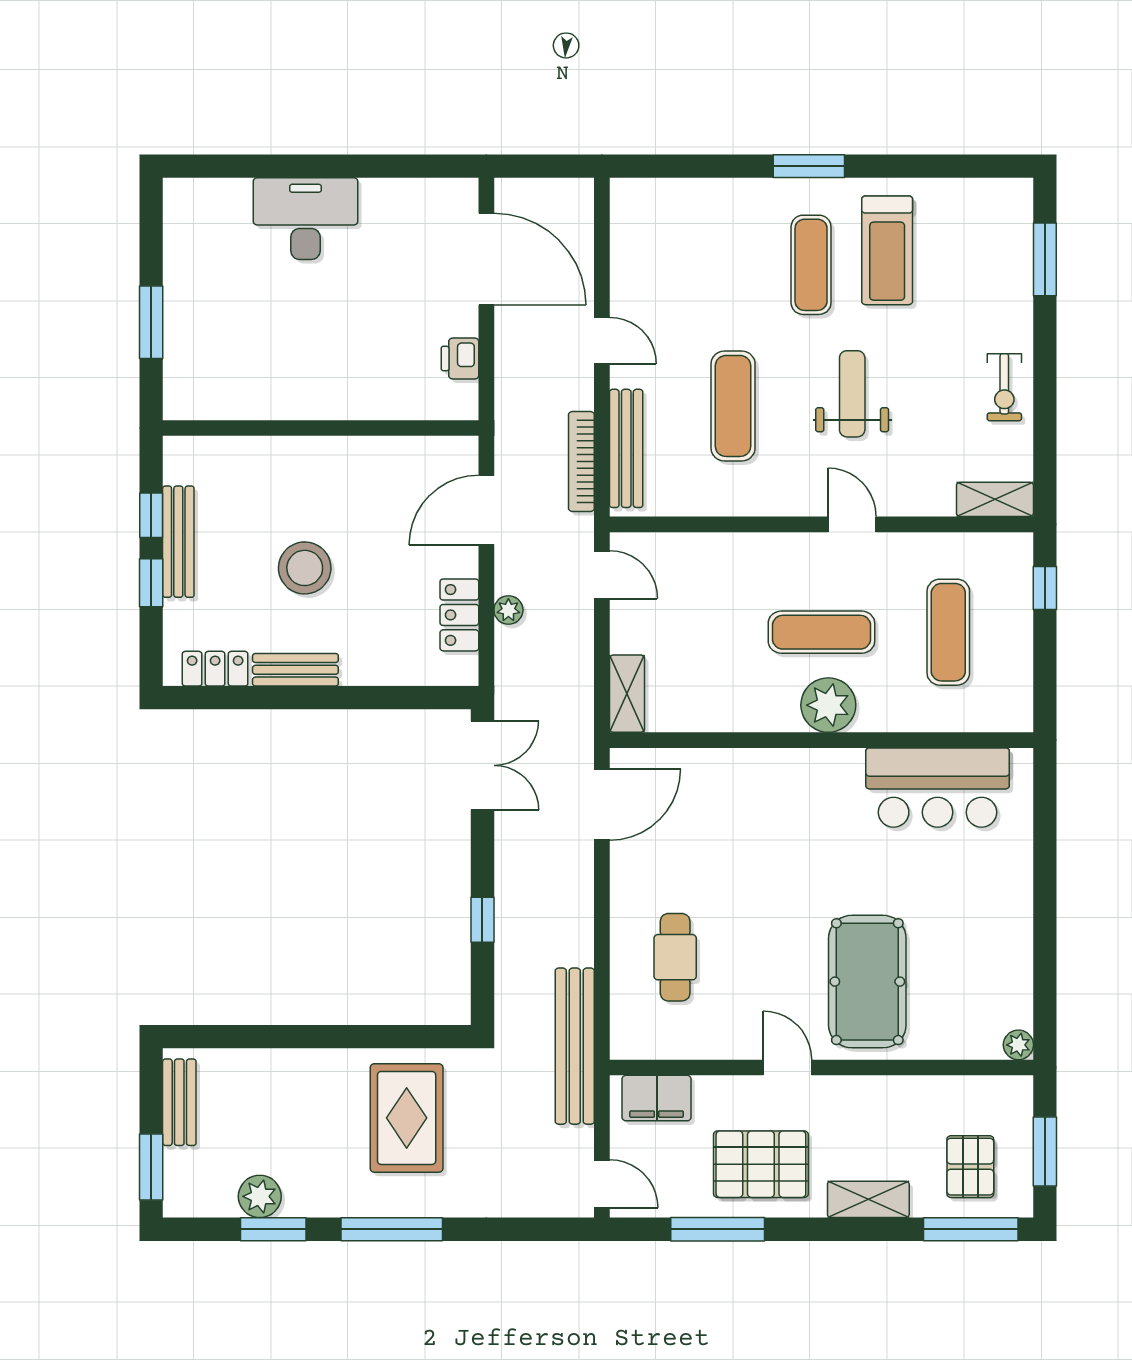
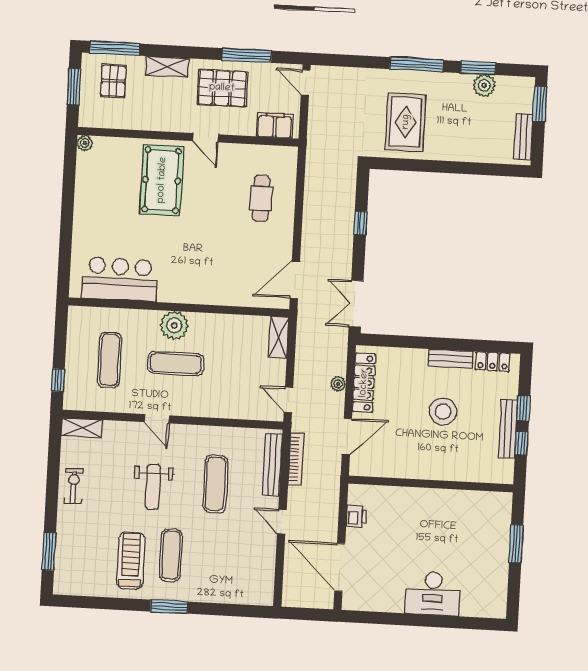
locker: (459, 615) -> (364, 383), width x1.53
bench: (575, 1046) -> (316, 155), removed

